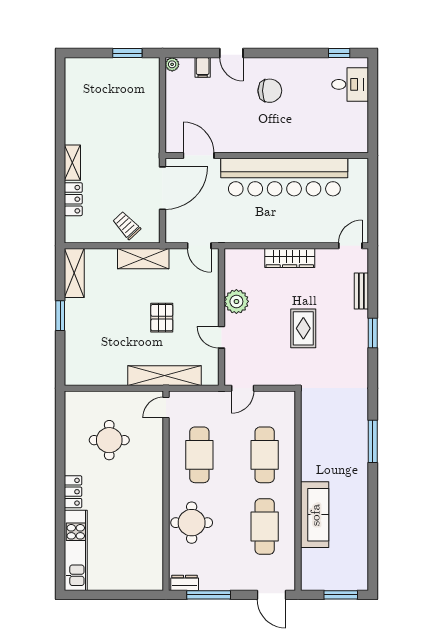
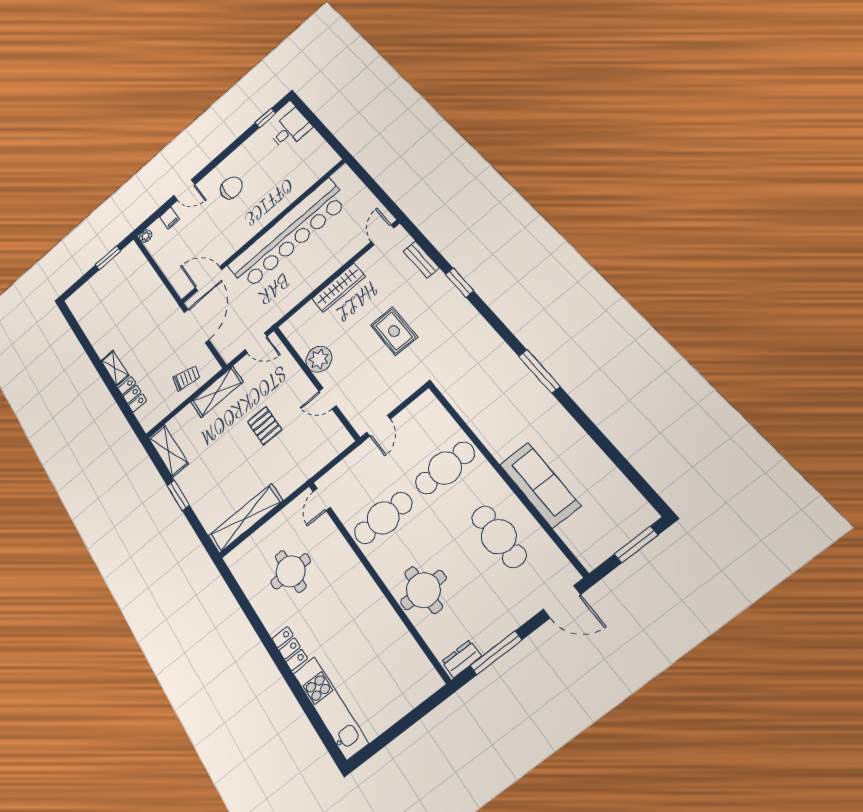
trolley: (127, 225) -> (187, 378), turned 145
shelving: (165, 376) -> (245, 518), moved
cafe table: (199, 455) -> (383, 518), turned 90
cafe table: (265, 455) -> (445, 468), turned 90

